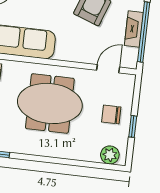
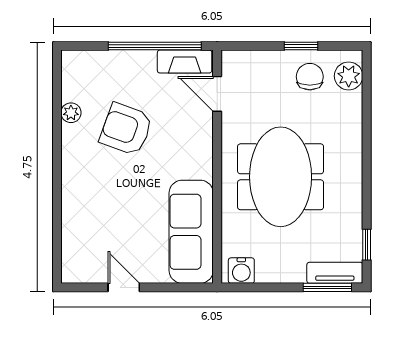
fireplace: (134, 29) -> (185, 62), moved
chair: (111, 114) -> (310, 77), moved, turned 180

